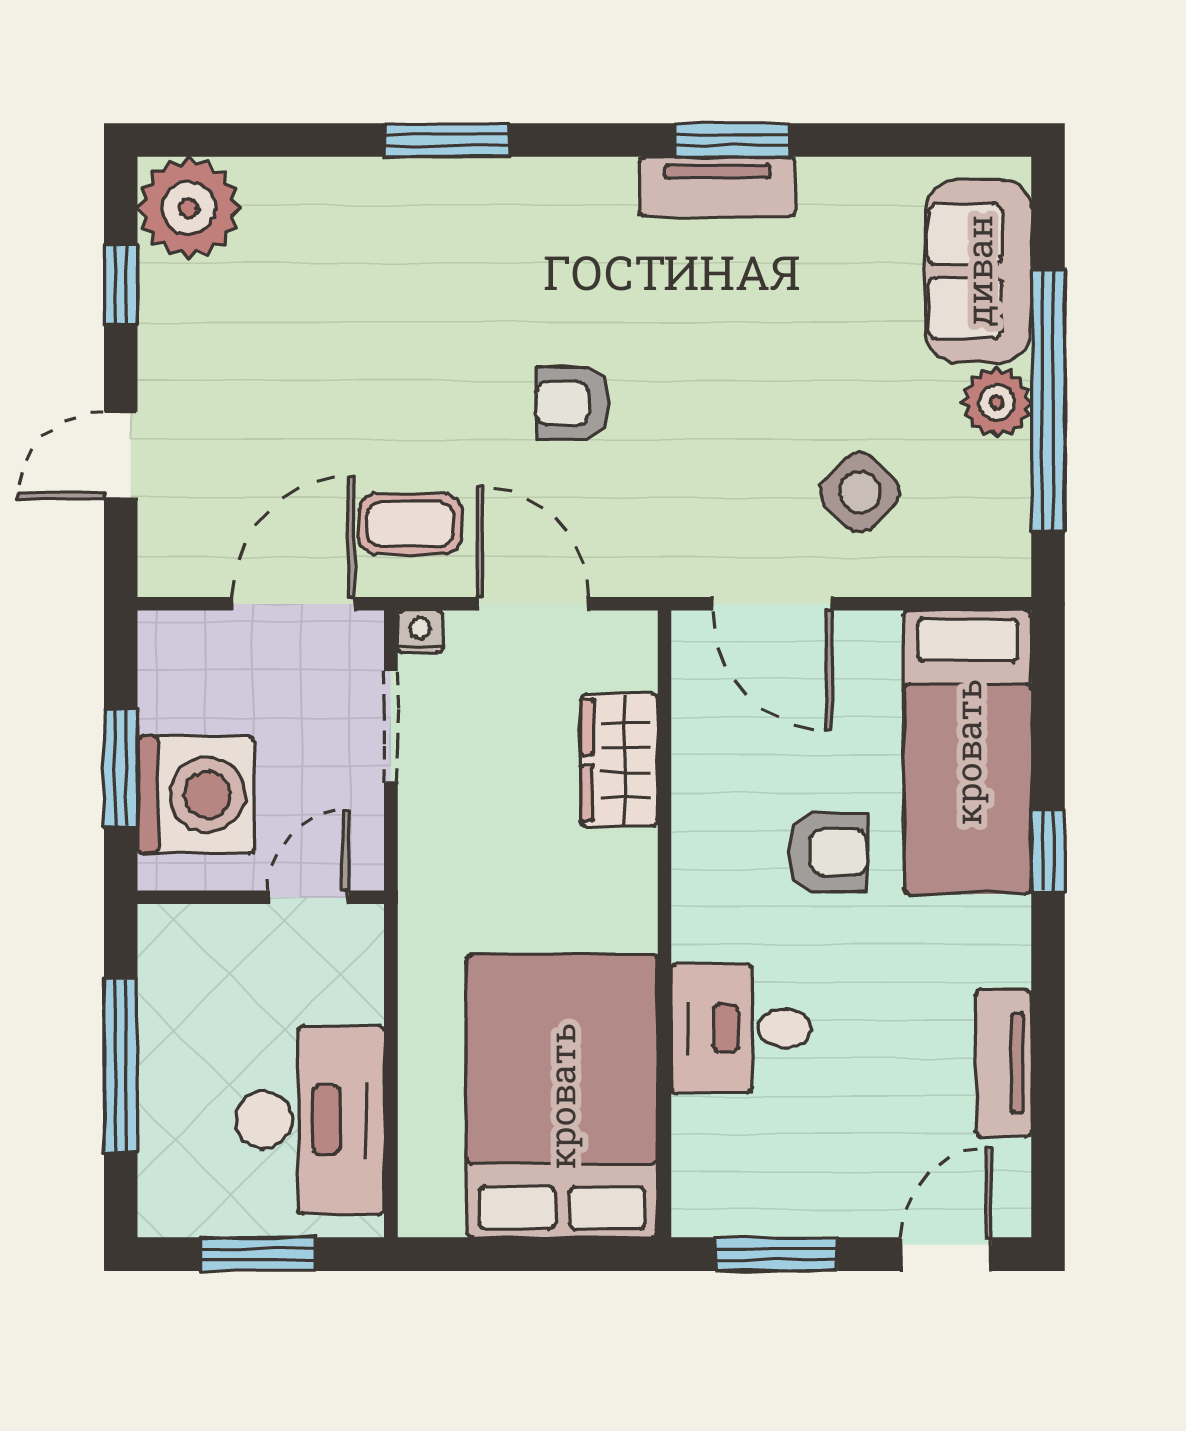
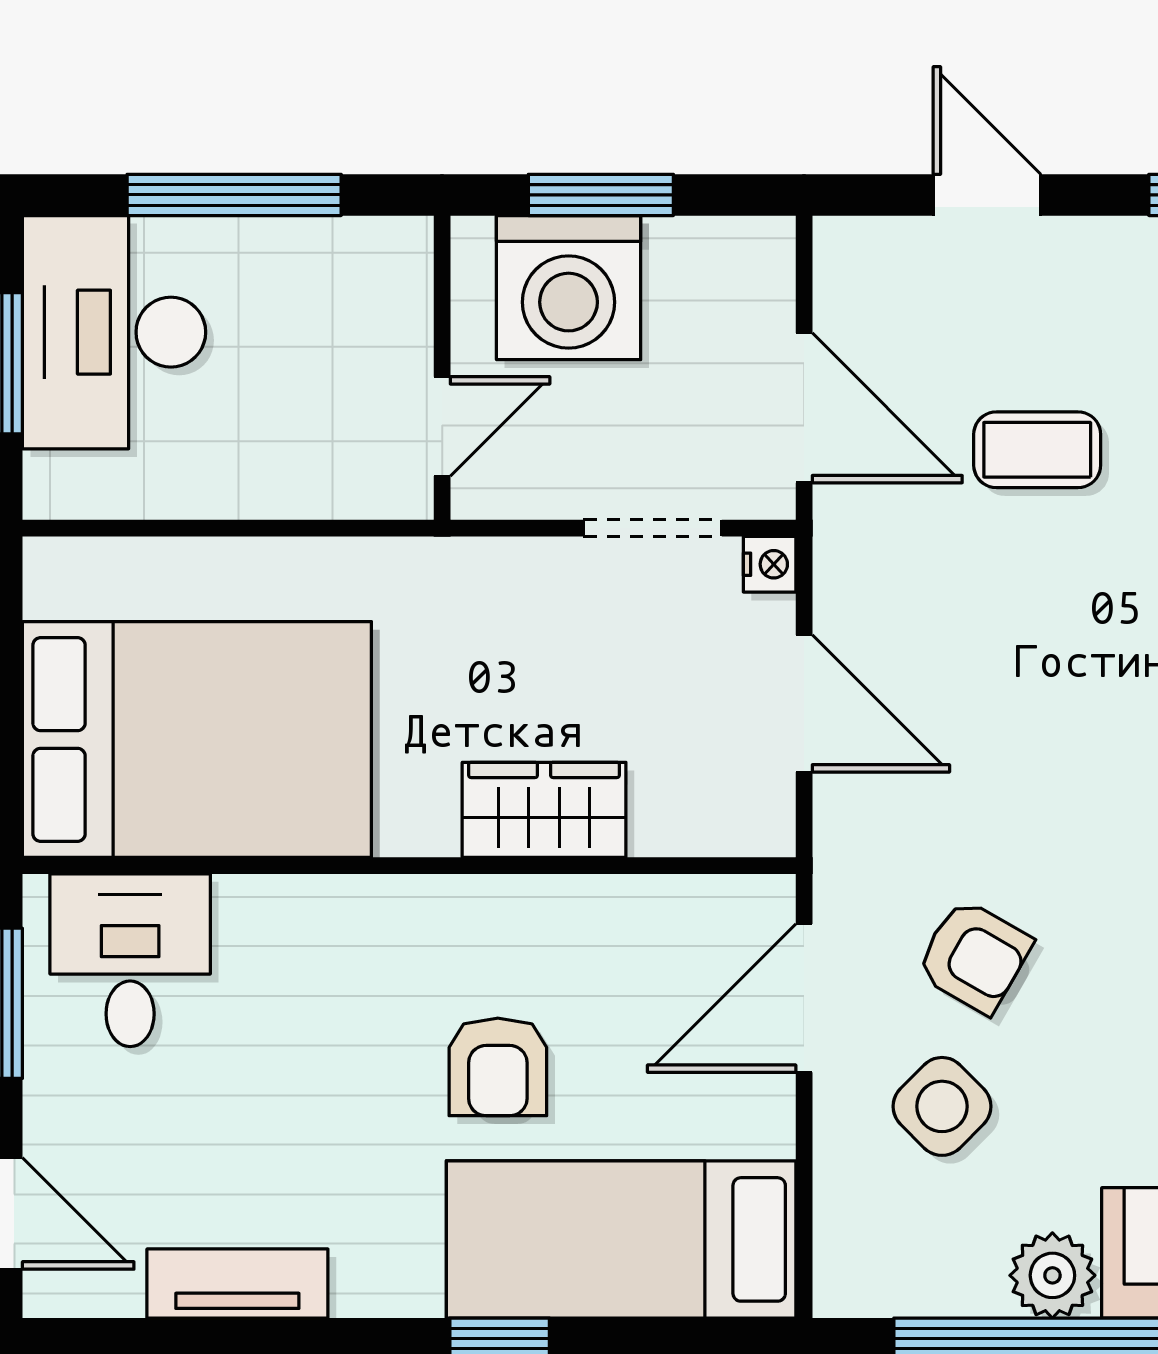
armchair: (573, 403) -> (974, 956), moved, turned 120
coffee table: (410, 524) -> (1037, 450), moved, turned 90
door: (533, 604) -> (804, 703), hinge flipped
wardrobe: (619, 760) -> (544, 810), moved
door: (308, 897) -> (442, 426), hinge flipped
desk: (741, 1028) -> (130, 960), moved
desk: (310, 1120) -> (114, 332), moved, turned 90

